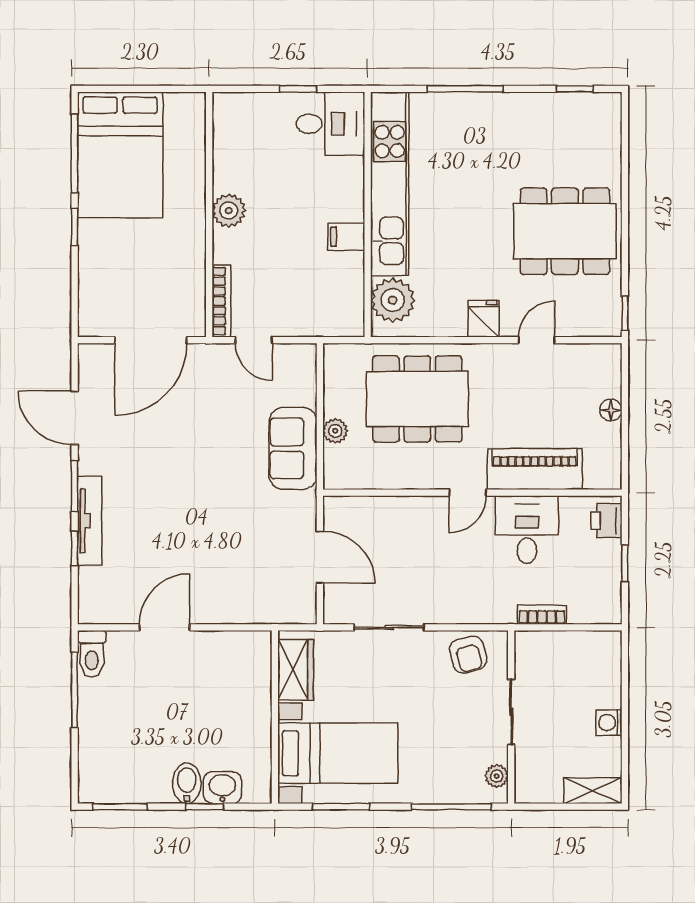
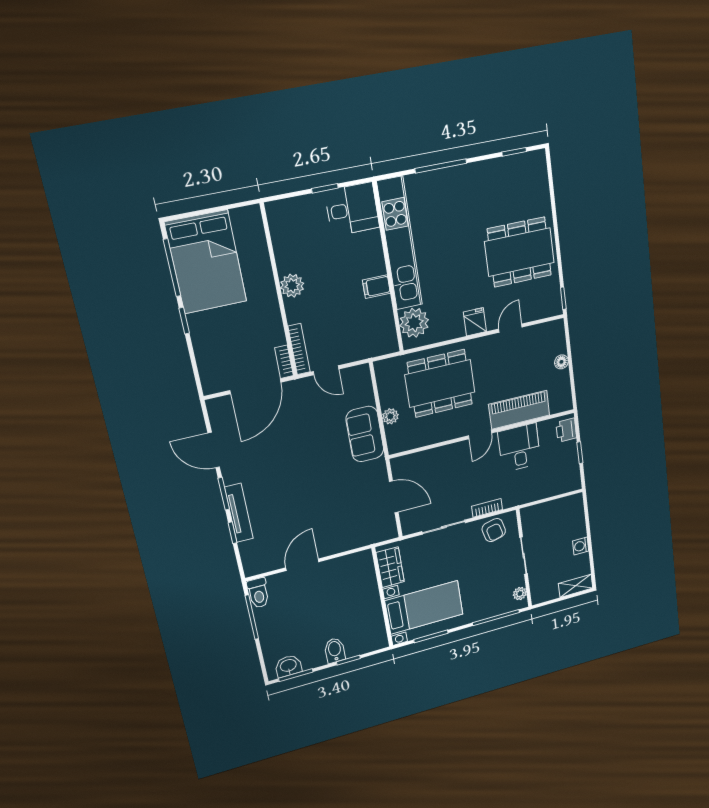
bookcase: (197, 314) -> (284, 362), added
bookcase: (542, 615) -> (487, 508), moved
washbasin: (222, 788) -> (288, 666), moved

